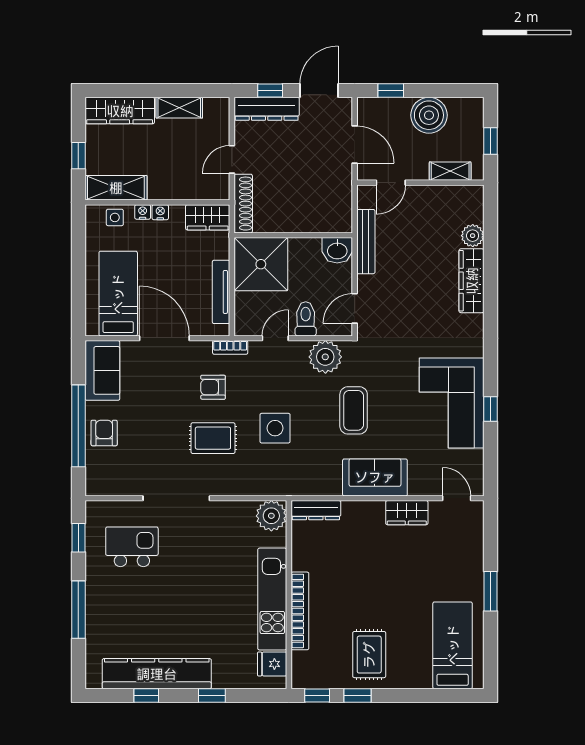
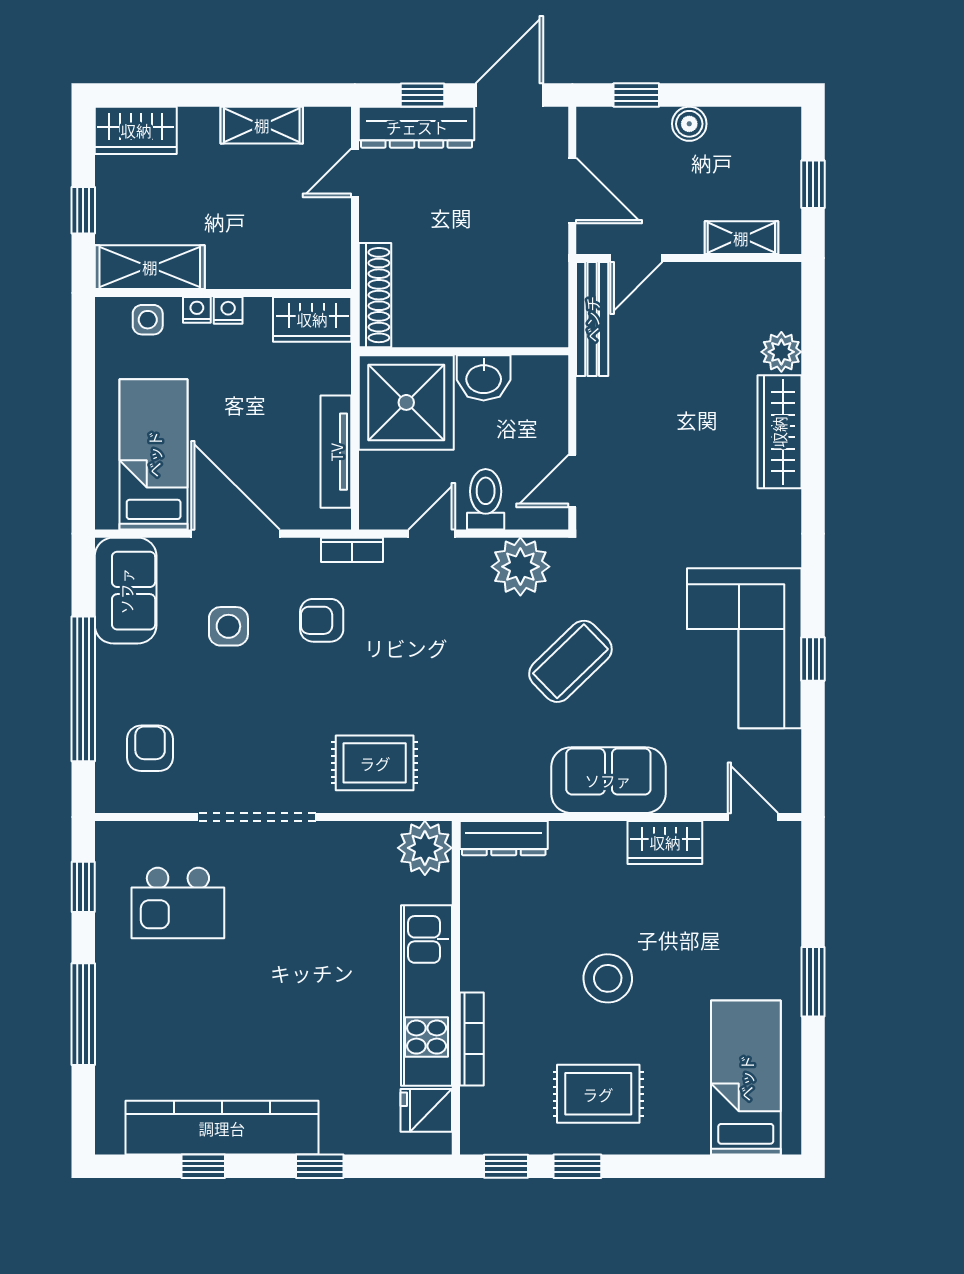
wardrobe: (120, 111) -> (136, 130), width x0.67
boiler: (429, 115) -> (689, 124), width x0.54, depth x0.54
door: (232, 159) -> (355, 173), moved
bench: (366, 242) -> (592, 319), moved
washbasin: (337, 250) -> (484, 378), moved
coffee table: (354, 410) -> (570, 661), turned 46
side table: (275, 428) -> (228, 626), moved, width x0.73, depth x0.73
armchair: (104, 433) -> (150, 748), moved
rug: (213, 438) -> (375, 763), moved
kitchen island: (132, 547) -> (178, 903), turned 180
stool: (375, 589) -> (608, 978), added
bookcase: (300, 611) -> (472, 1039), width x0.68, depth x0.76
rug: (369, 655) -> (598, 1094), turned 90

